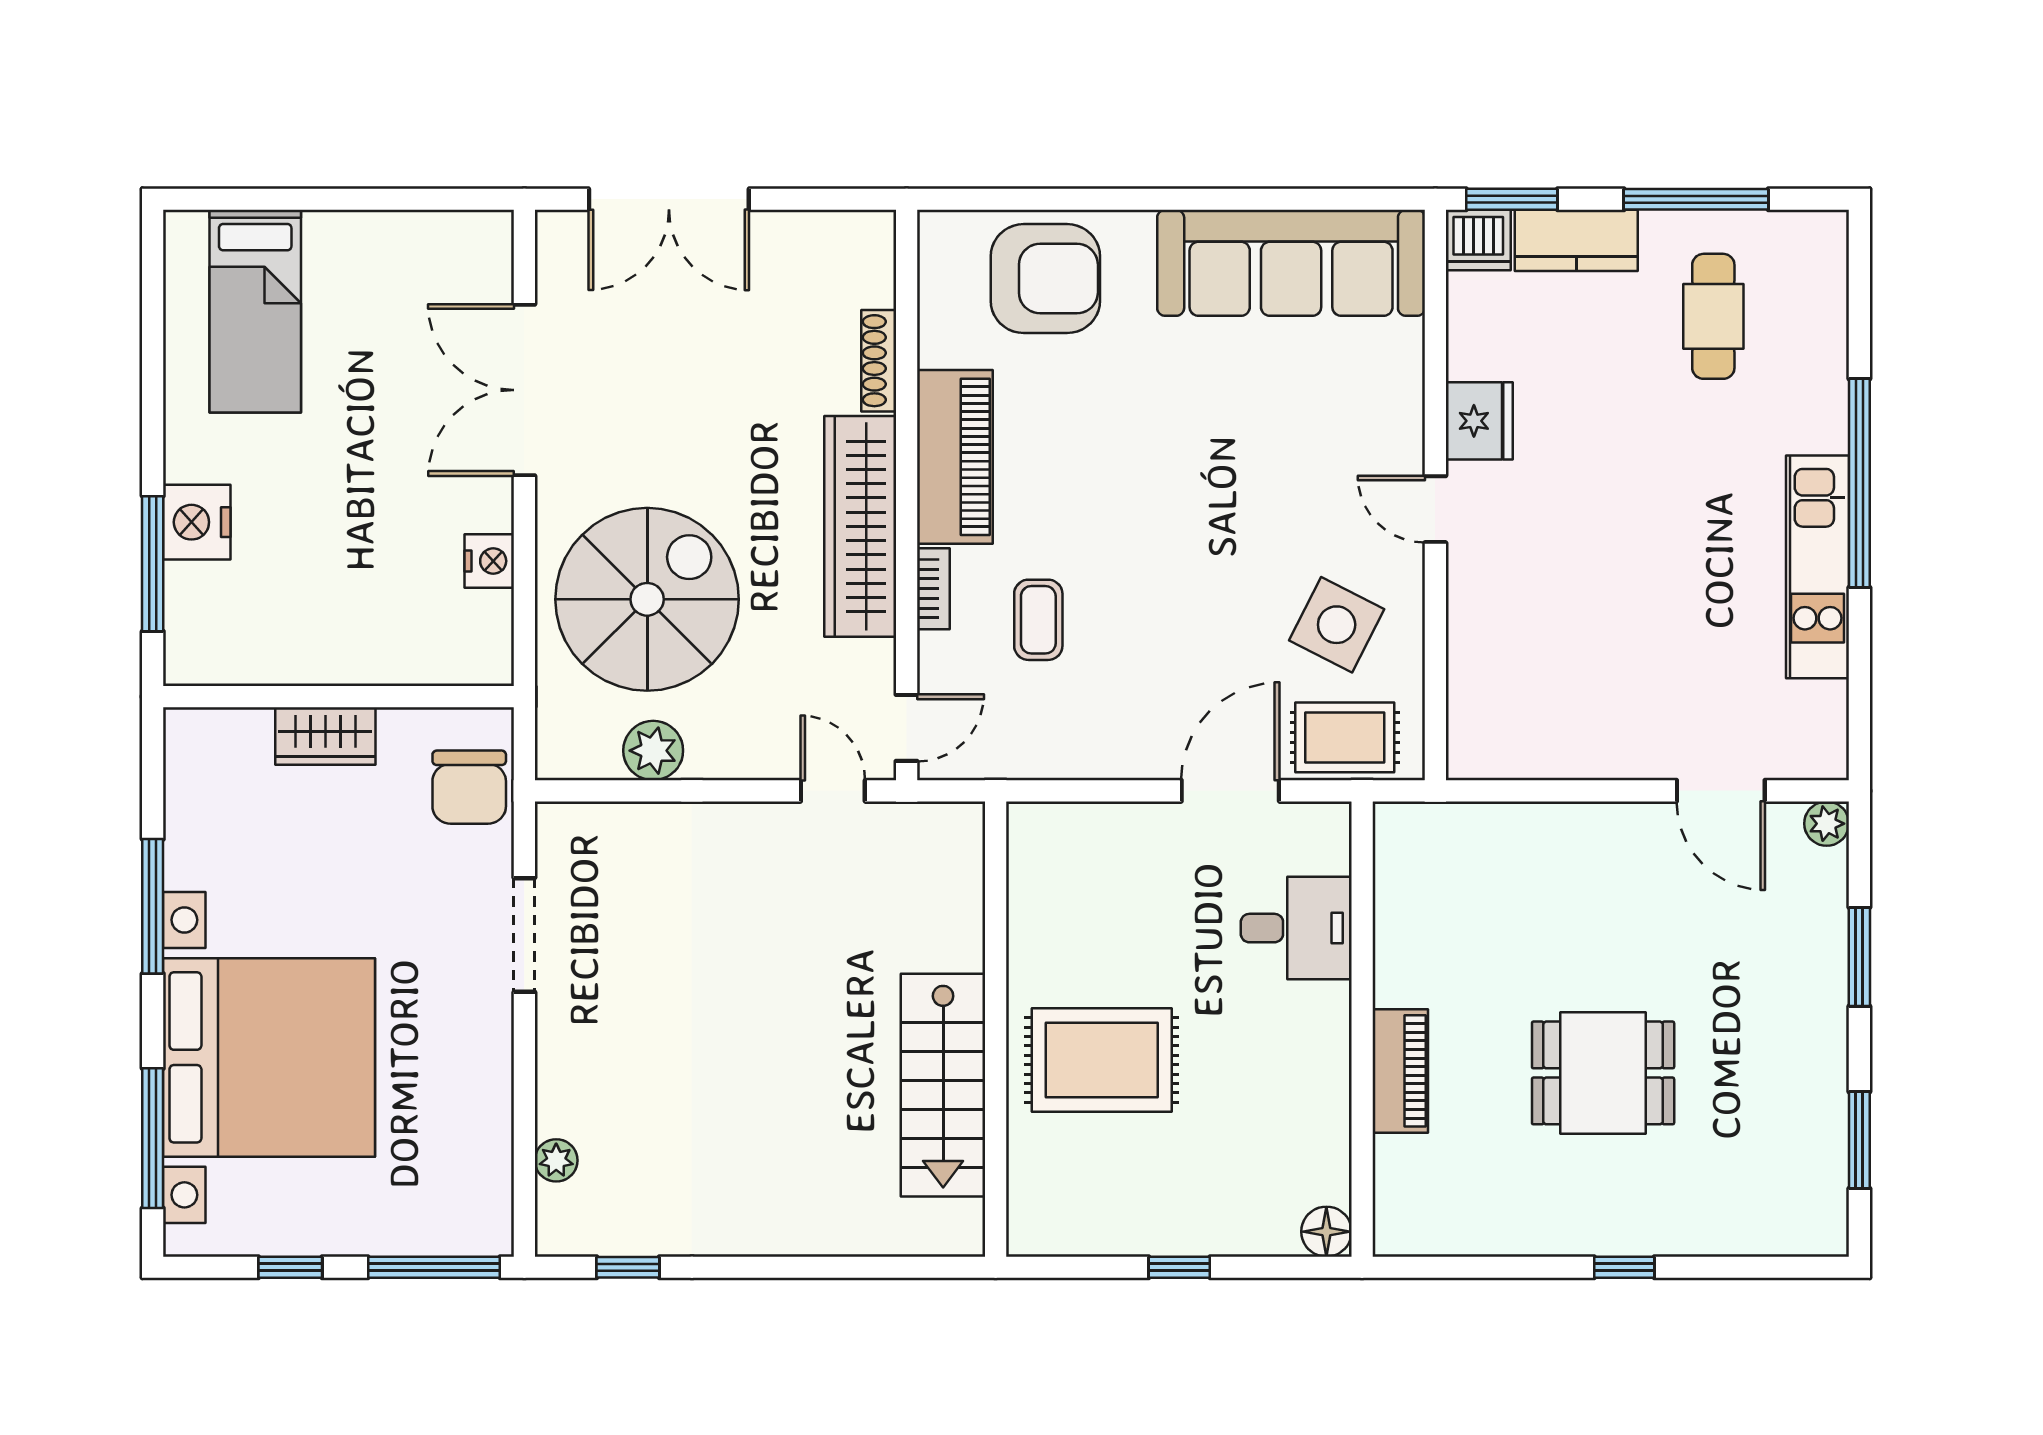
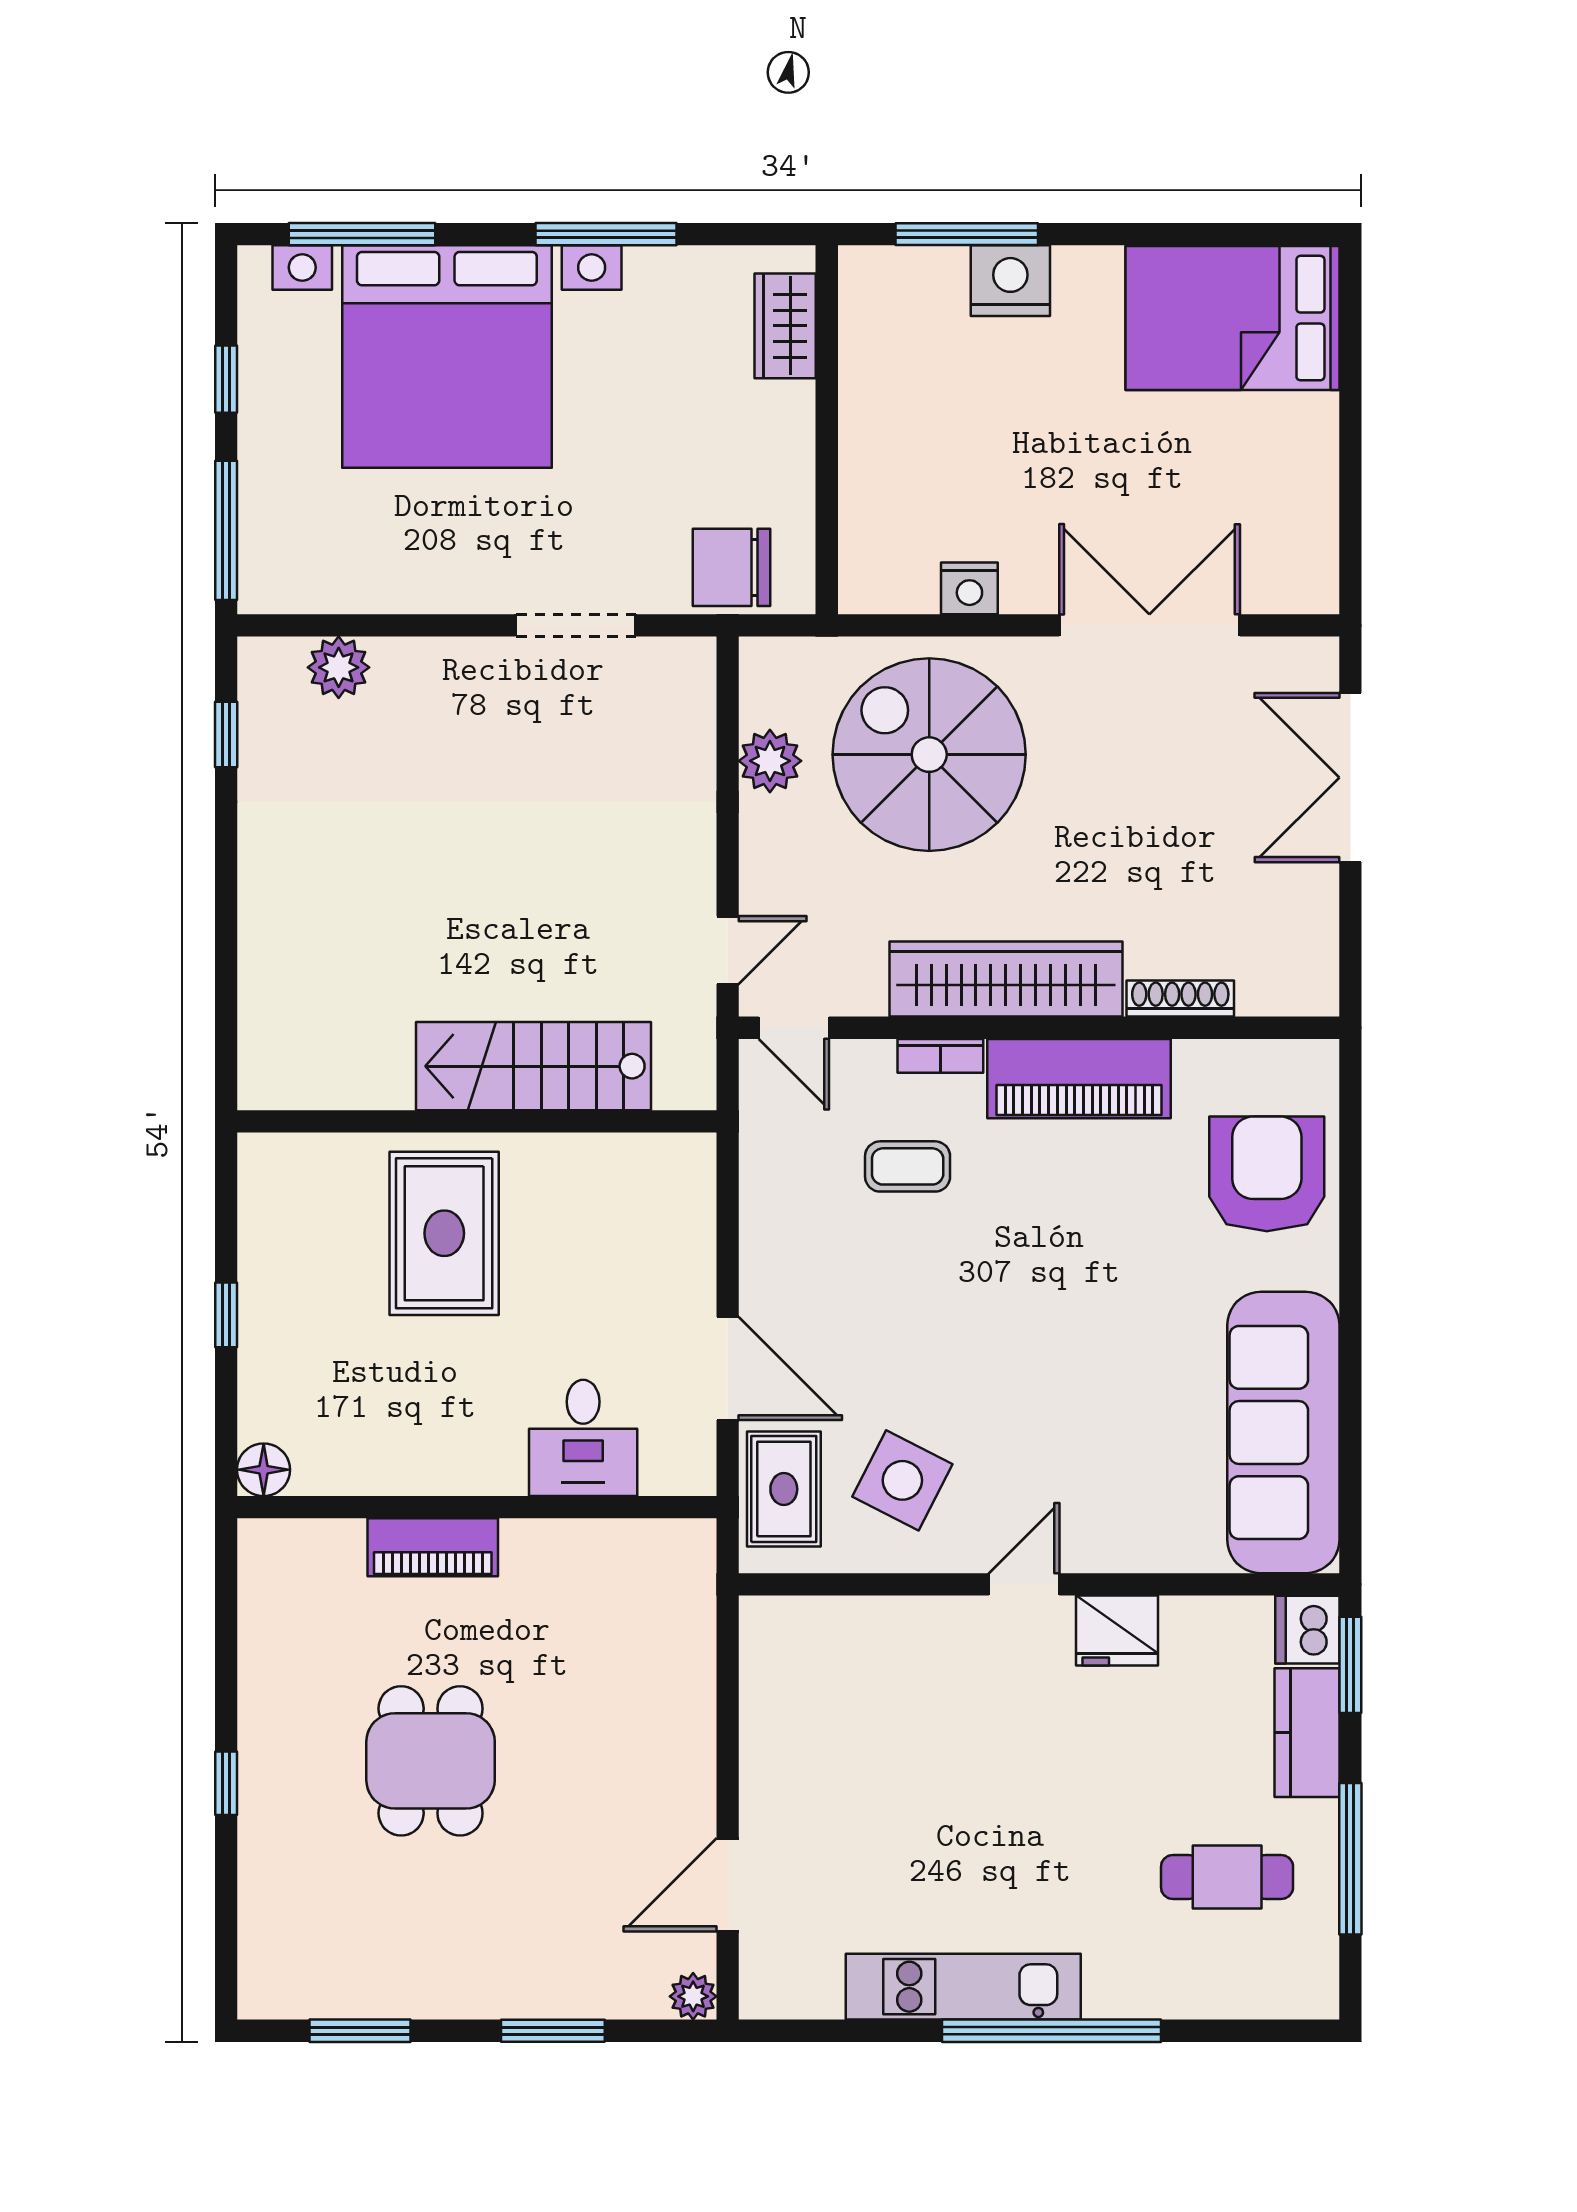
armchair: (1045, 279) -> (1267, 1174), turned 180
bed: (255, 311) -> (1232, 318), width x1.50
spiral stairs: (647, 599) -> (929, 755), turned 180
wardrobe: (325, 736) -> (785, 326), moved
stairs: (943, 1085) -> (533, 1066), moved
plant: (556, 1160) -> (339, 667), width x1.38, depth x1.38

